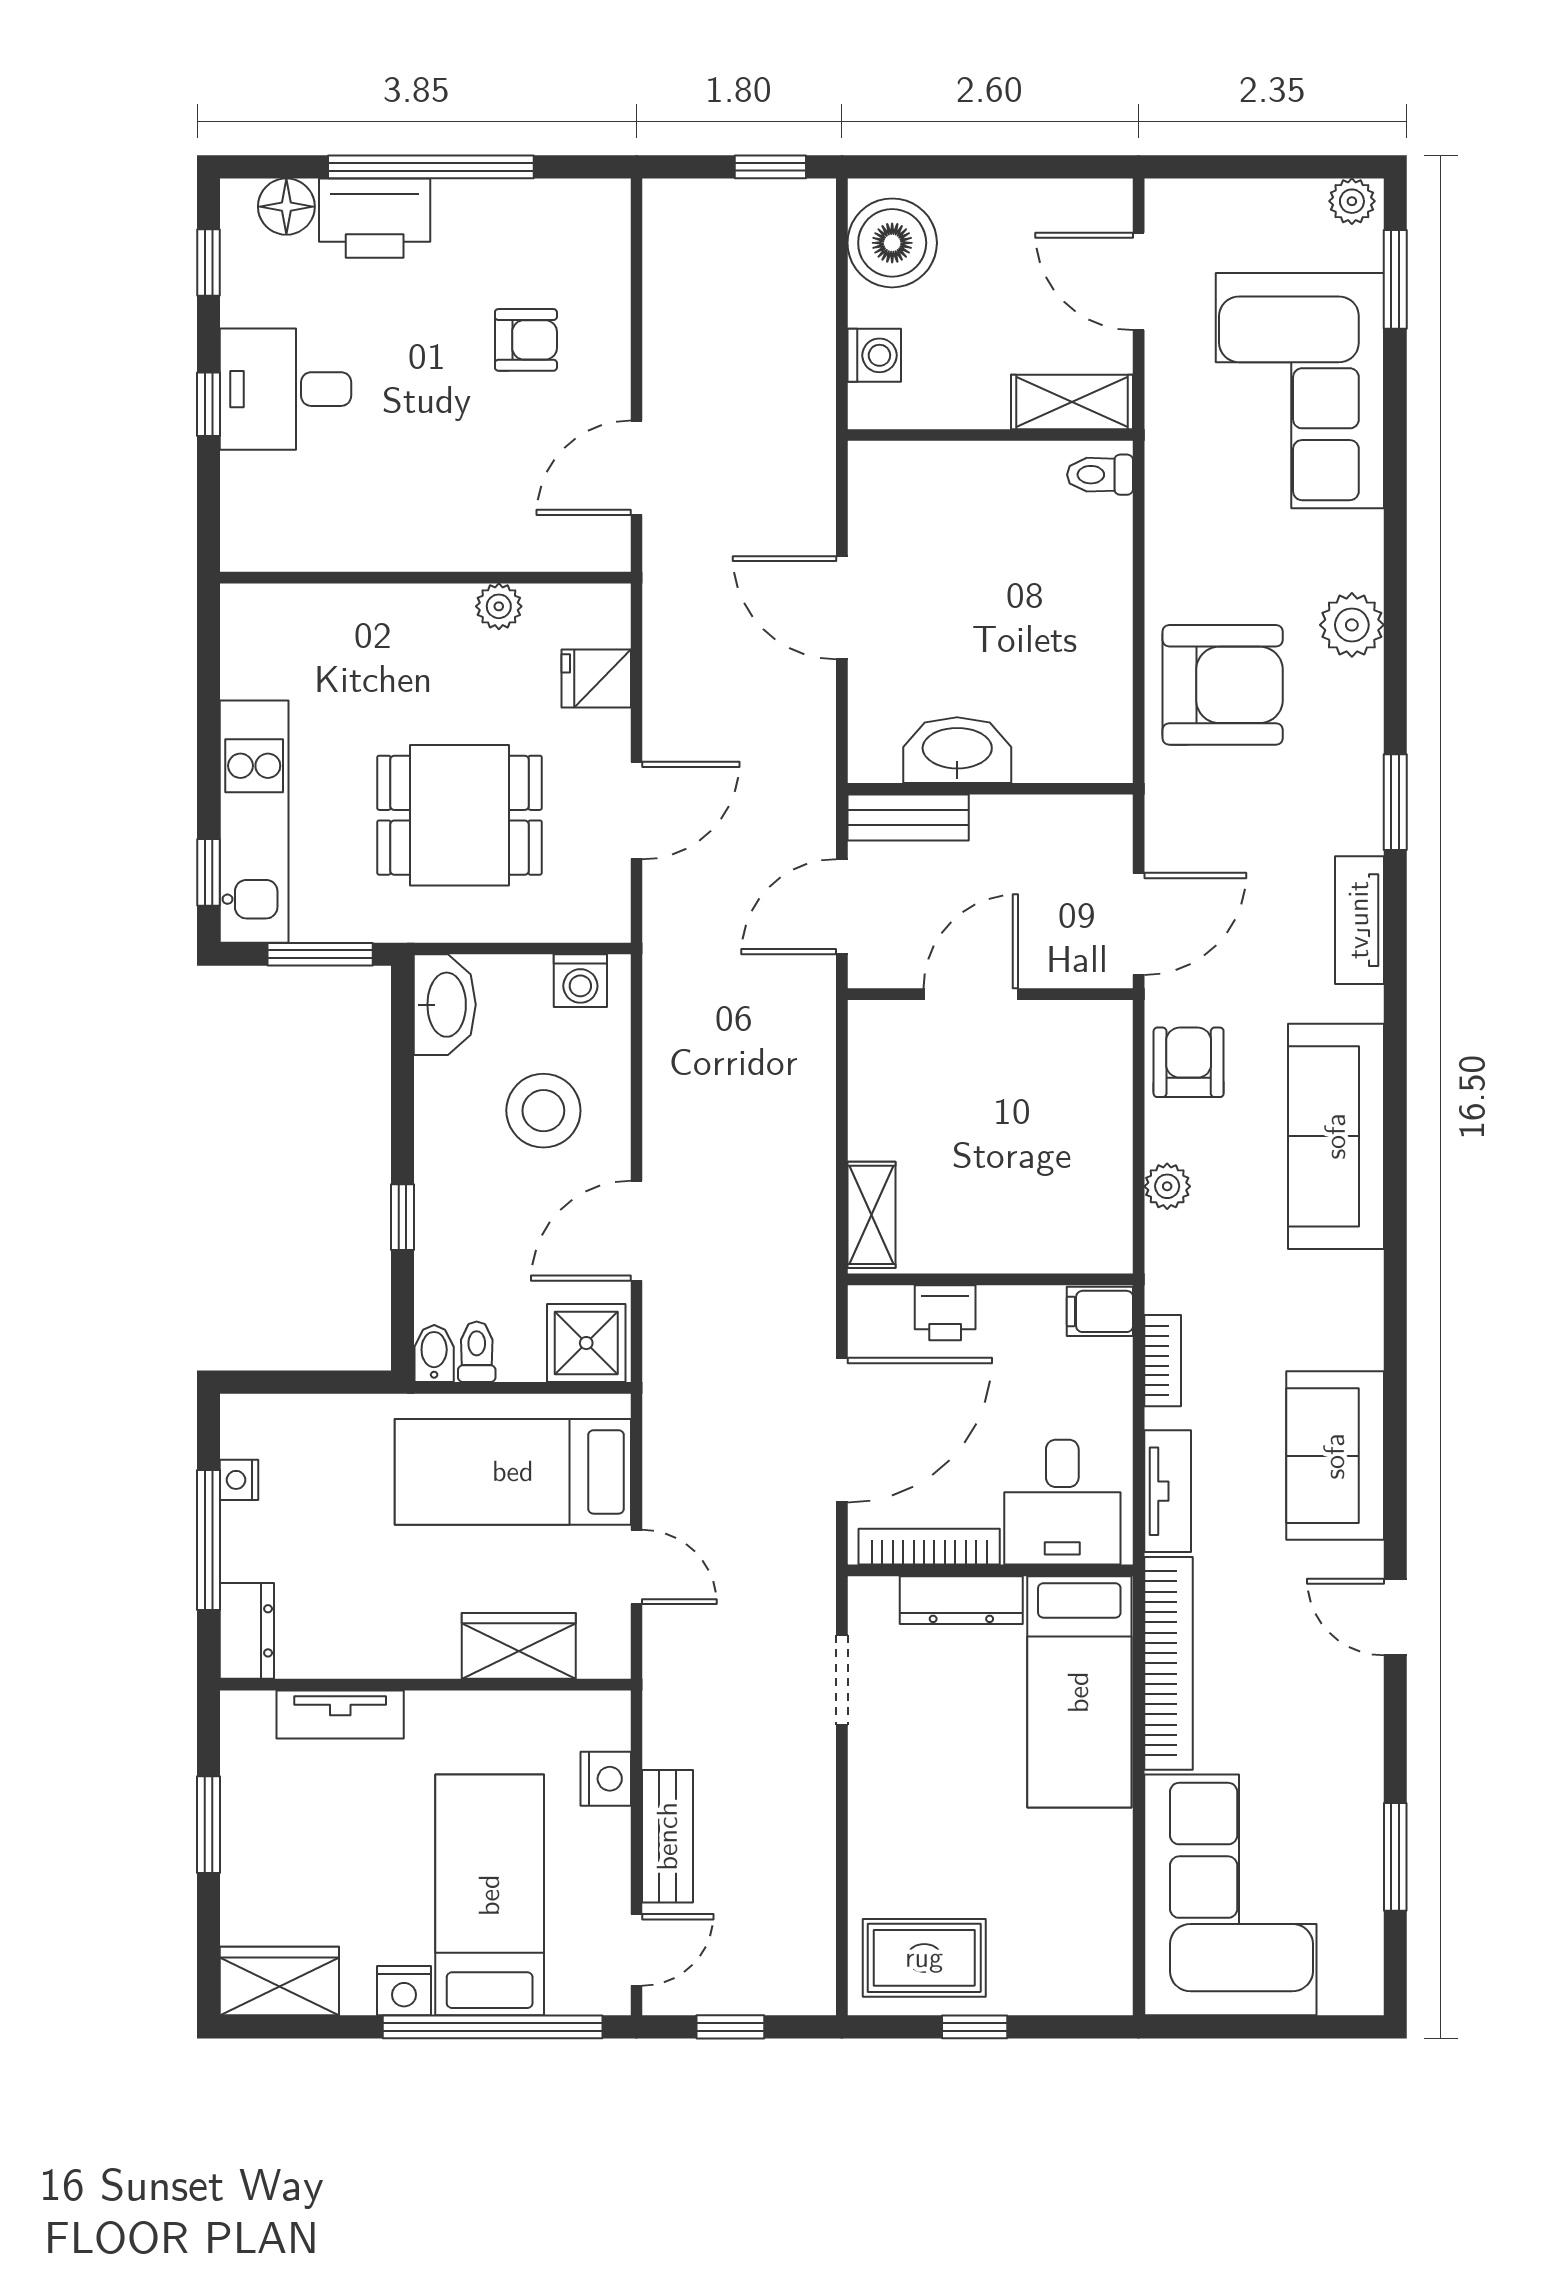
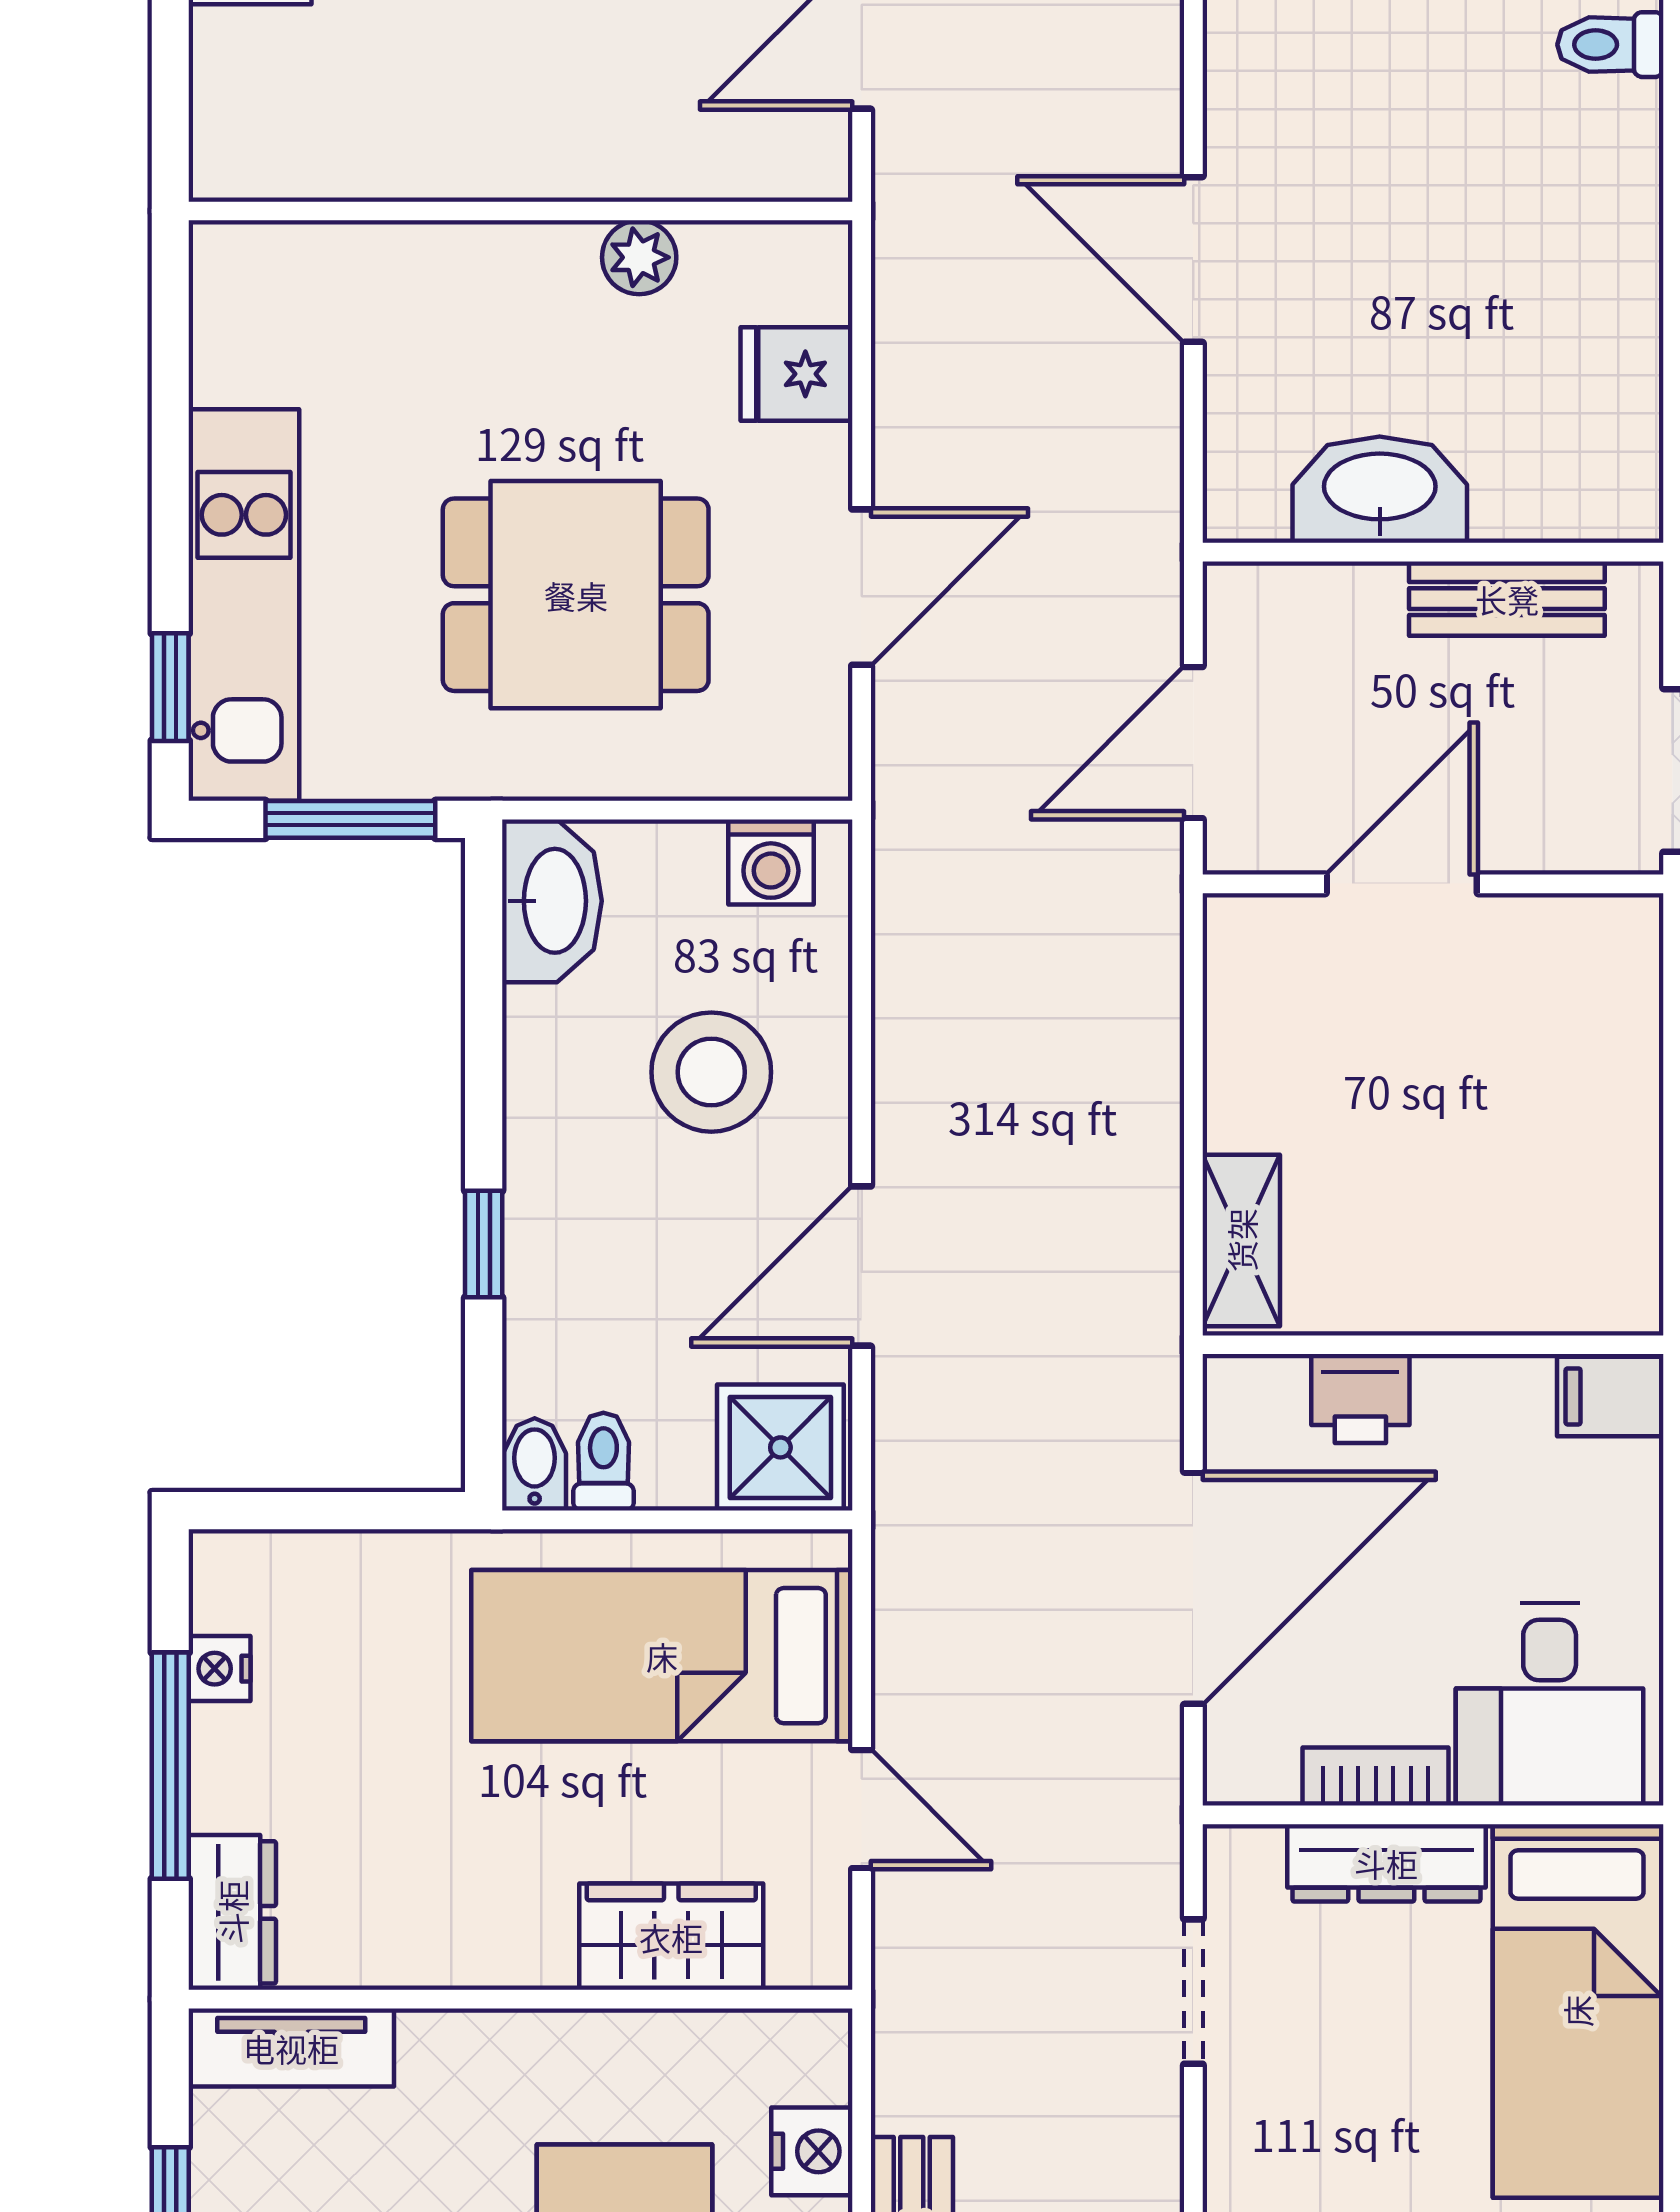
bench: (908, 818) -> (1507, 599), moved
bookcase: (929, 1547) -> (1376, 1776), width x0.64
tv unit: (340, 1714) -> (291, 2048), moved

